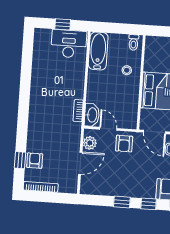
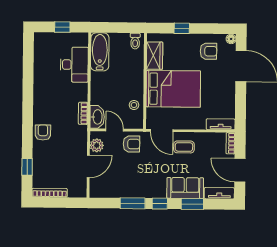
desk: (69, 44) -> (74, 65), moved, turned 90
wardrobe: (152, 58) -> (155, 56), added
stool: (127, 70) -> (134, 105), moved
armchair: (124, 144) -> (131, 144), turned -90
armchair: (35, 161) -> (43, 132), moved
window: (122, 202) -> (133, 203), width x1.50

